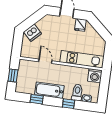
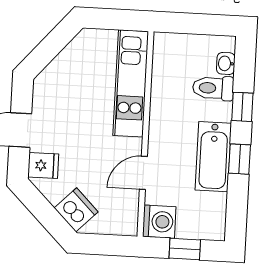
fridge: (80, 25) -> (43, 165), moved
washing machine: (95, 76) -> (159, 222), moved
window: (37, 99) -> (239, 159), moved

